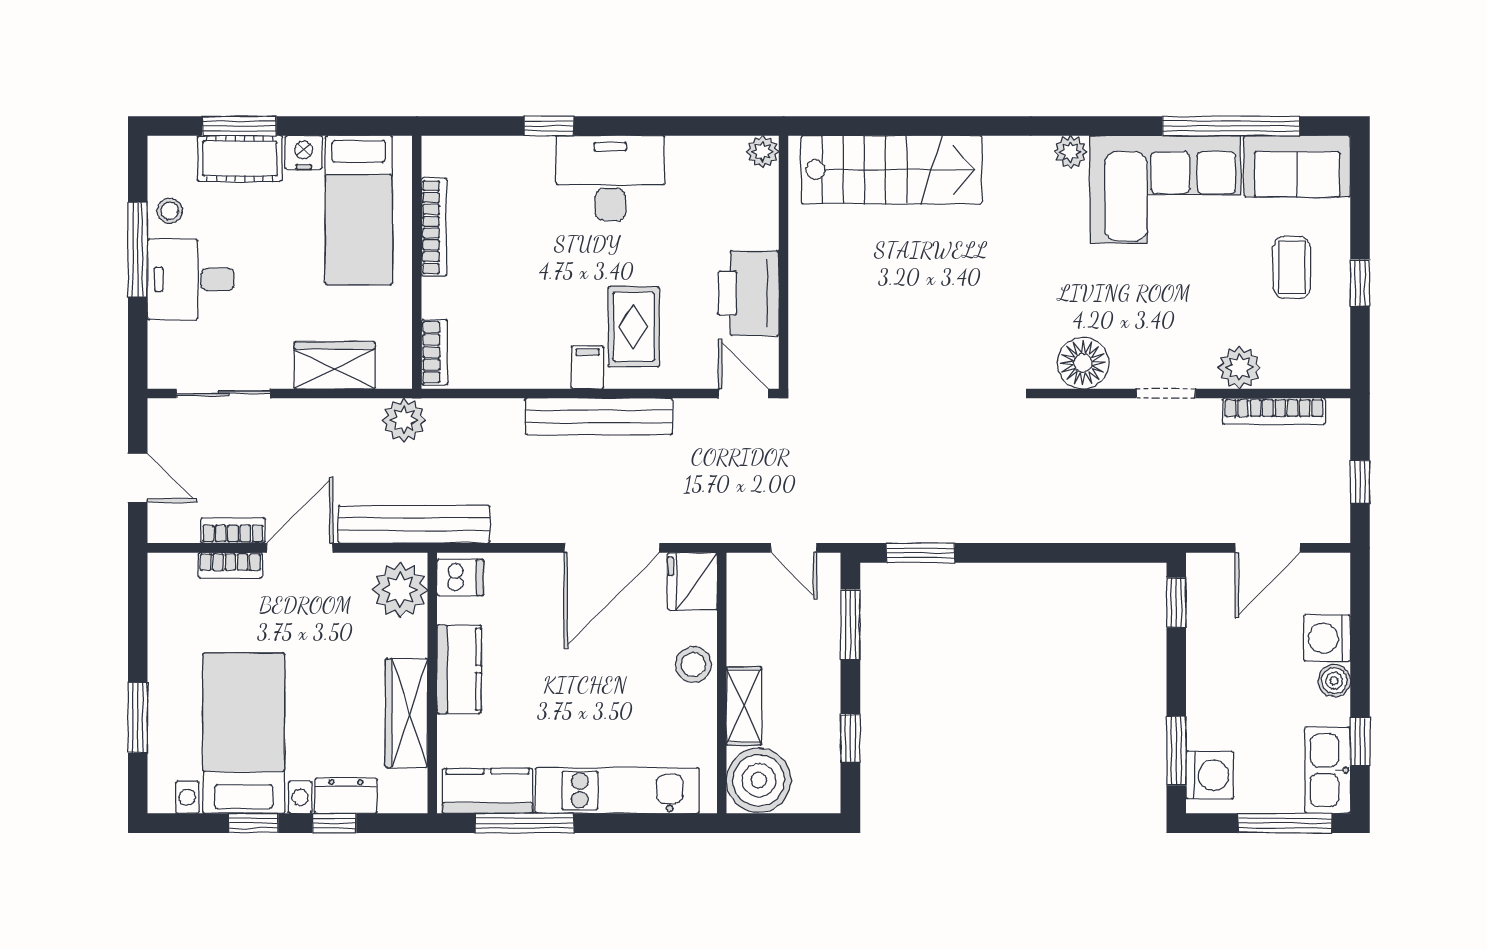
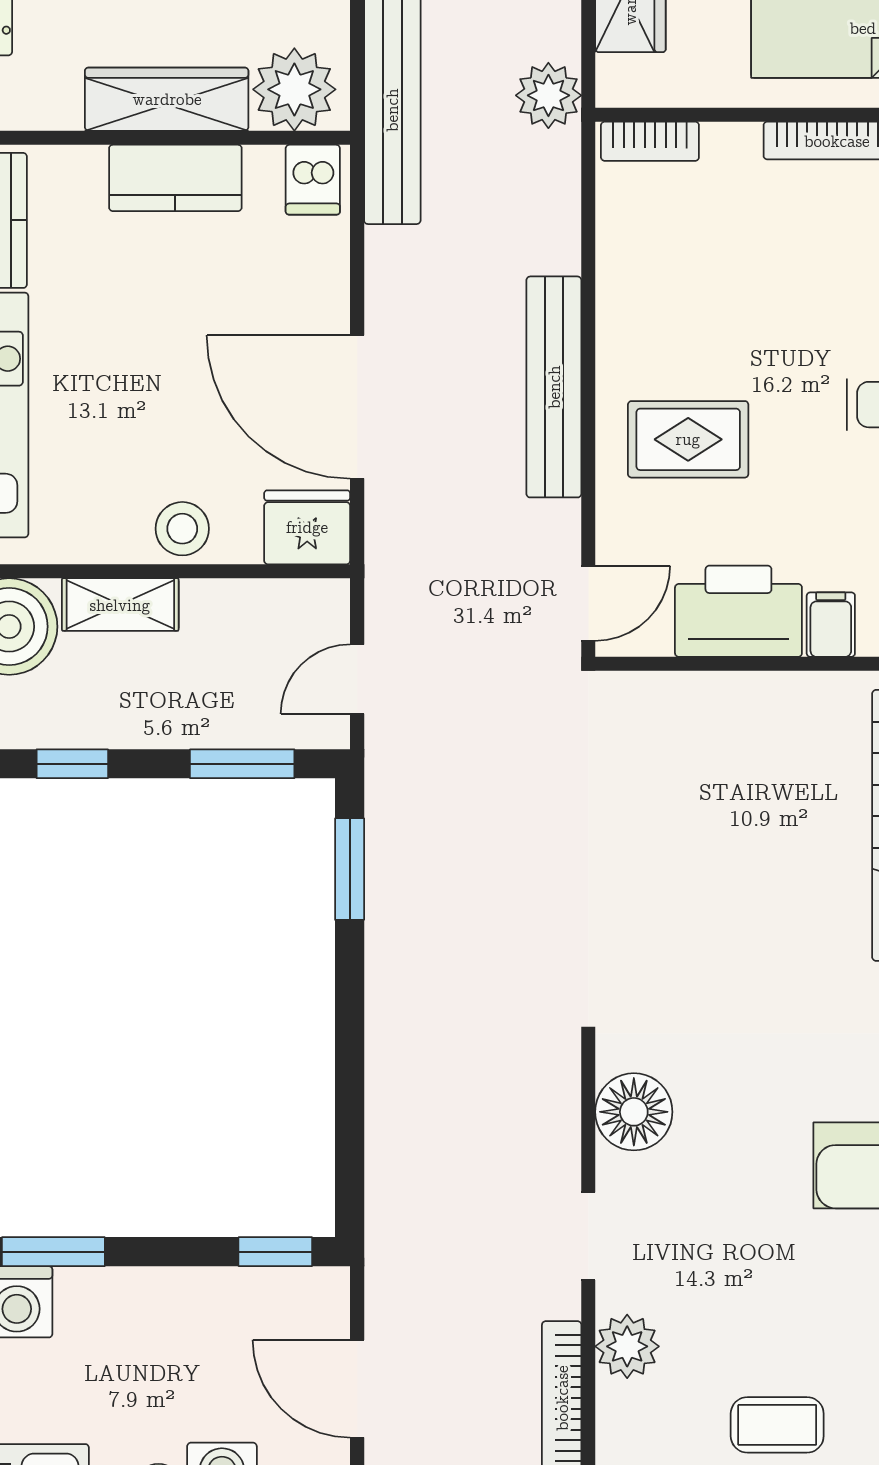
filing cabinet: (588, 367) -> (831, 625), moved, turned -90
wardrobe: (407, 713) -> (167, 99), moved

